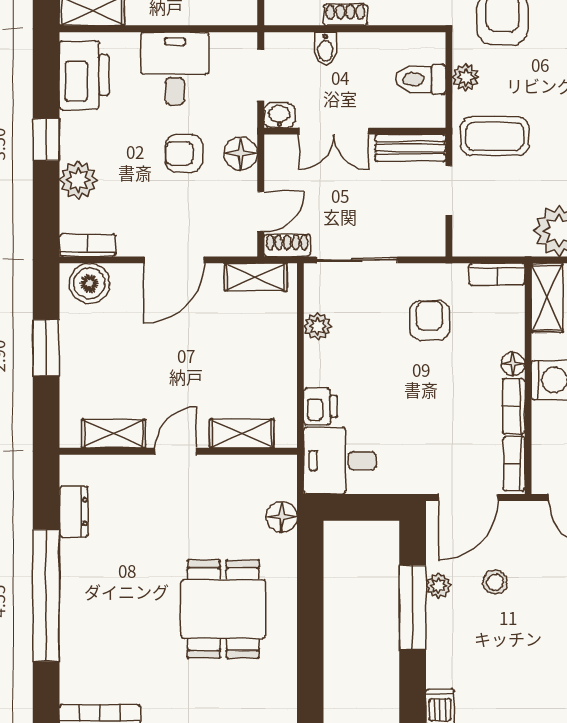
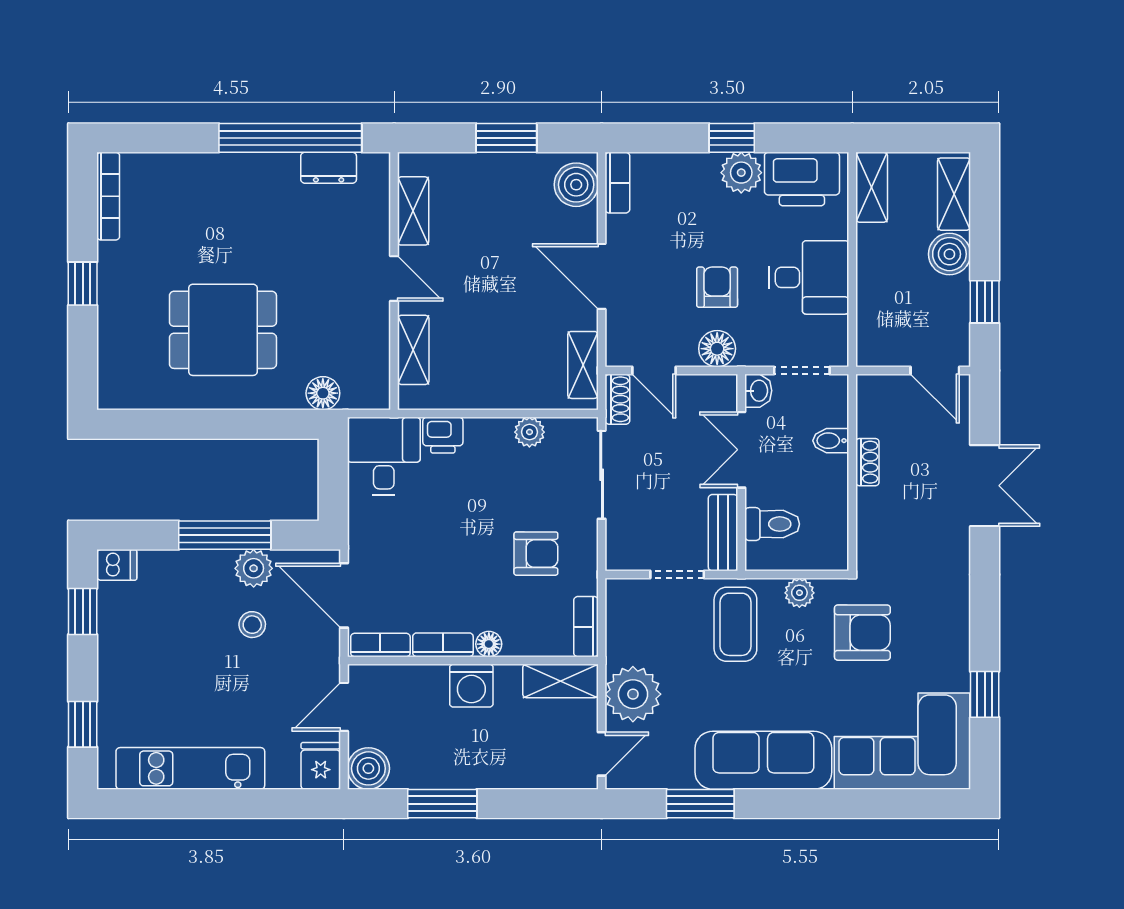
toilet: (420, 79) -> (772, 524), moved, turned 90
plant: (78, 180) -> (741, 173), moved
plant: (438, 586) -> (254, 568), width x1.38, depth x1.38
window: (46, 595) -> (290, 138), moved

